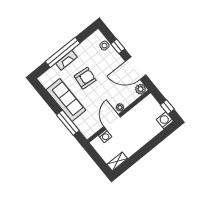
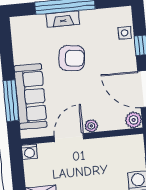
sofa: (66, 100) -> (31, 97), moved
washing machine: (105, 136) -> (29, 152), moved

